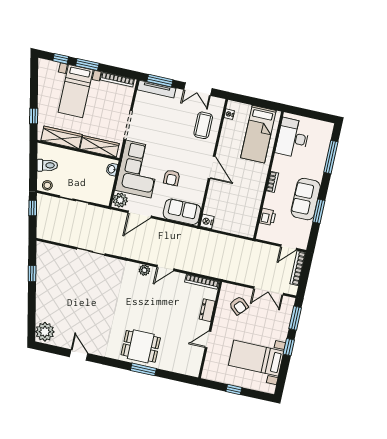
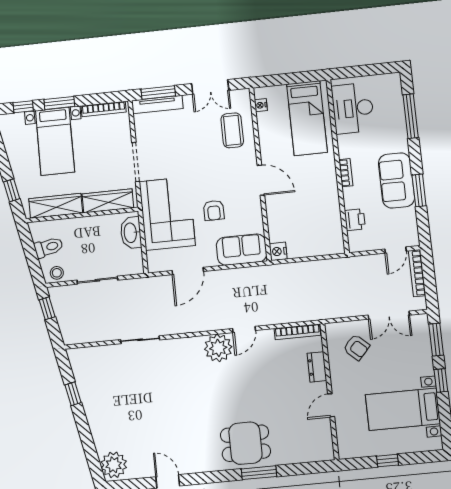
washbasin: (112, 169) -> (131, 233), width x1.91, depth x1.45
plant: (120, 200) -> (157, 261), removed
plant: (144, 270) -> (218, 348), width x1.88, depth x1.88

